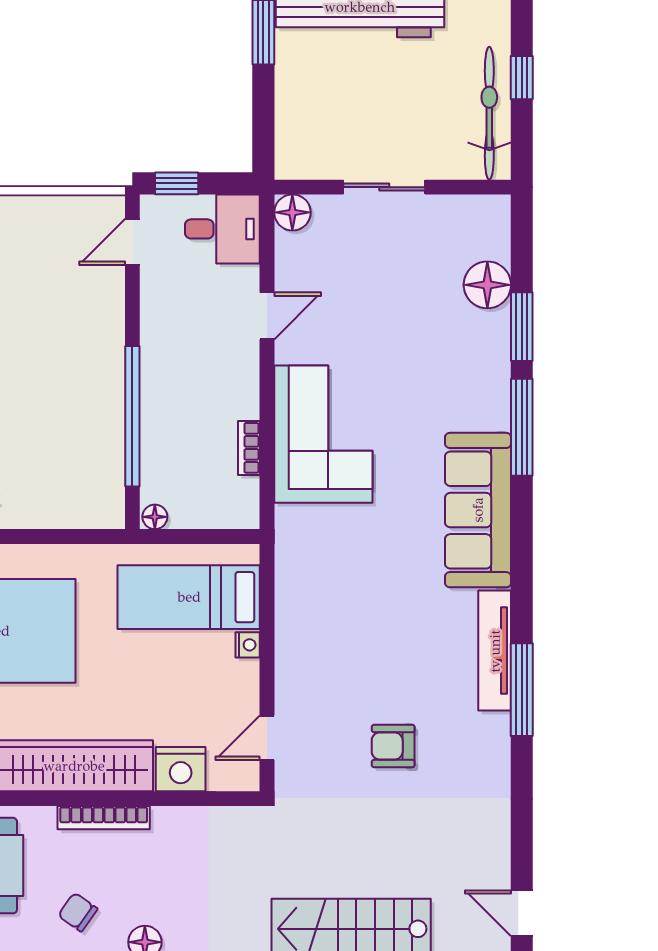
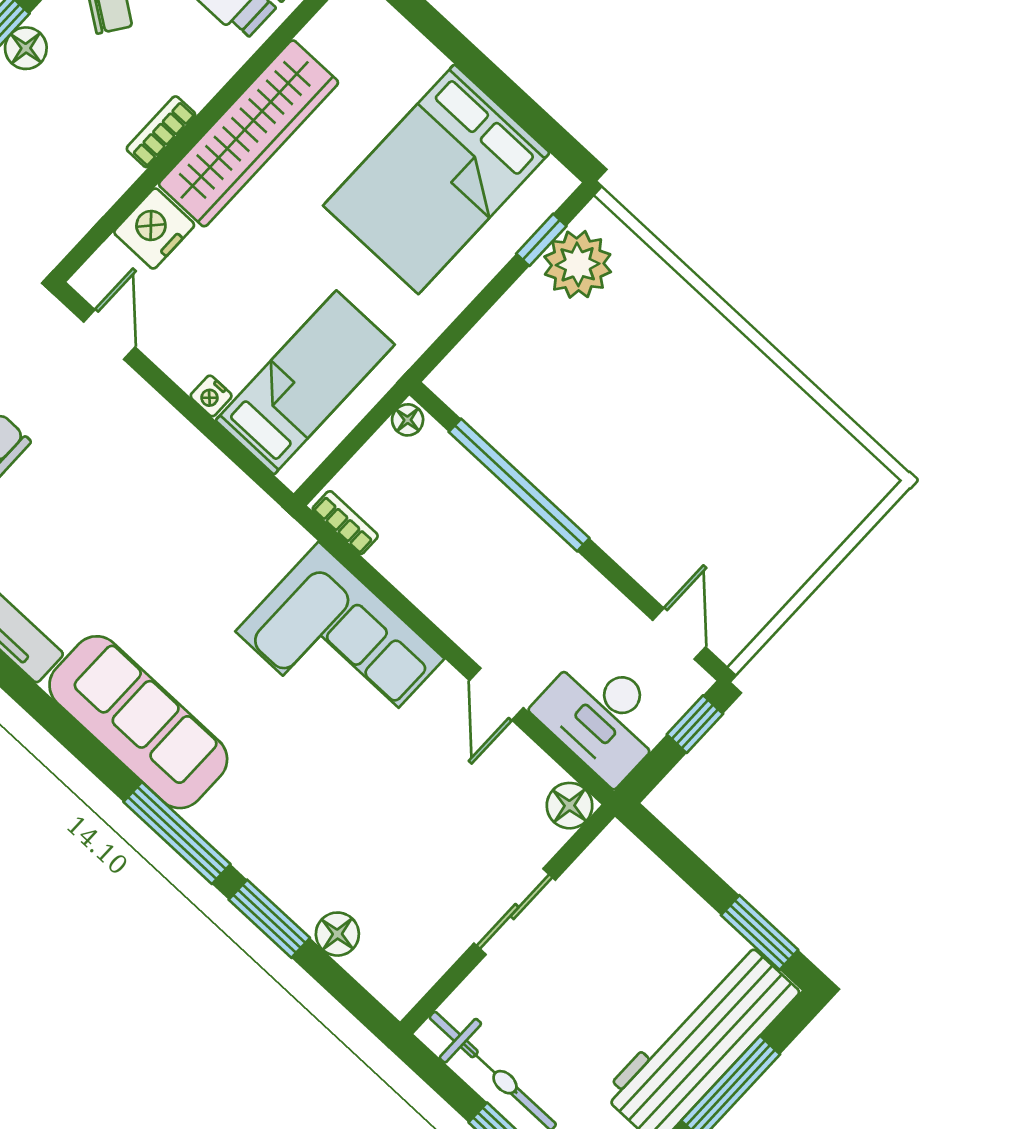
desk: (222, 229) -> (602, 716), width x1.37
floor lamp: (487, 285) -> (337, 934), width x0.73, depth x0.73
bookcase: (249, 448) -> (345, 523), moved
bookcase: (104, 818) -> (161, 132), width x0.64

